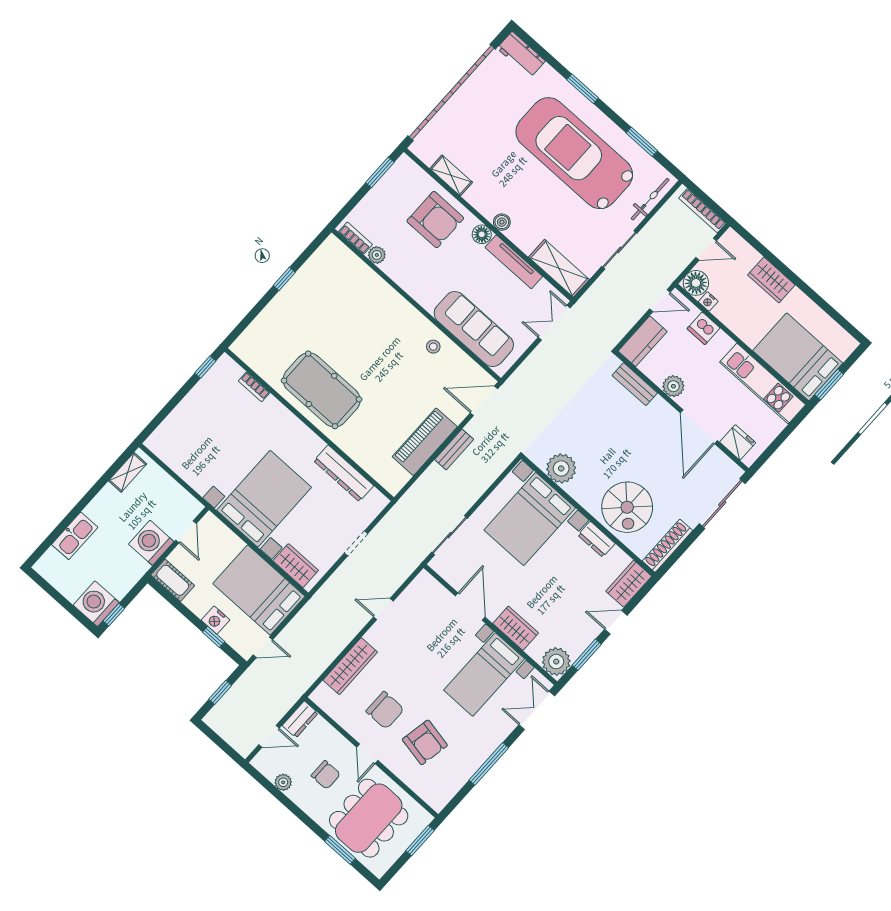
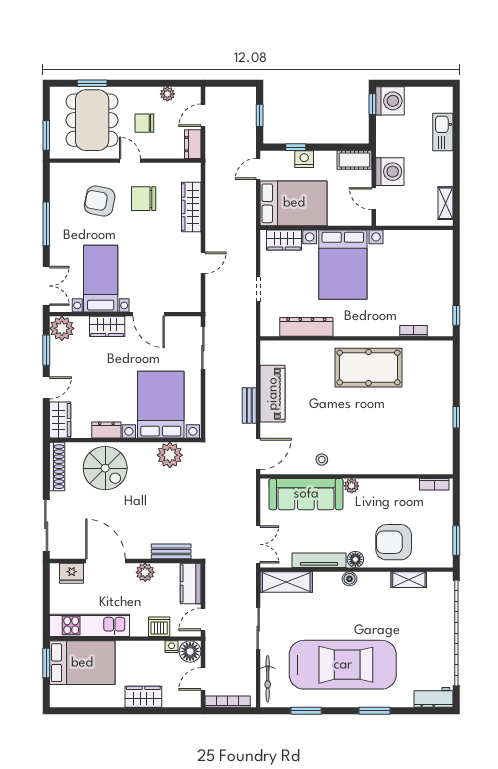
plant: (377, 255) -> (352, 486), moved
spiral stairs: (627, 507) -> (105, 468), turned 180

